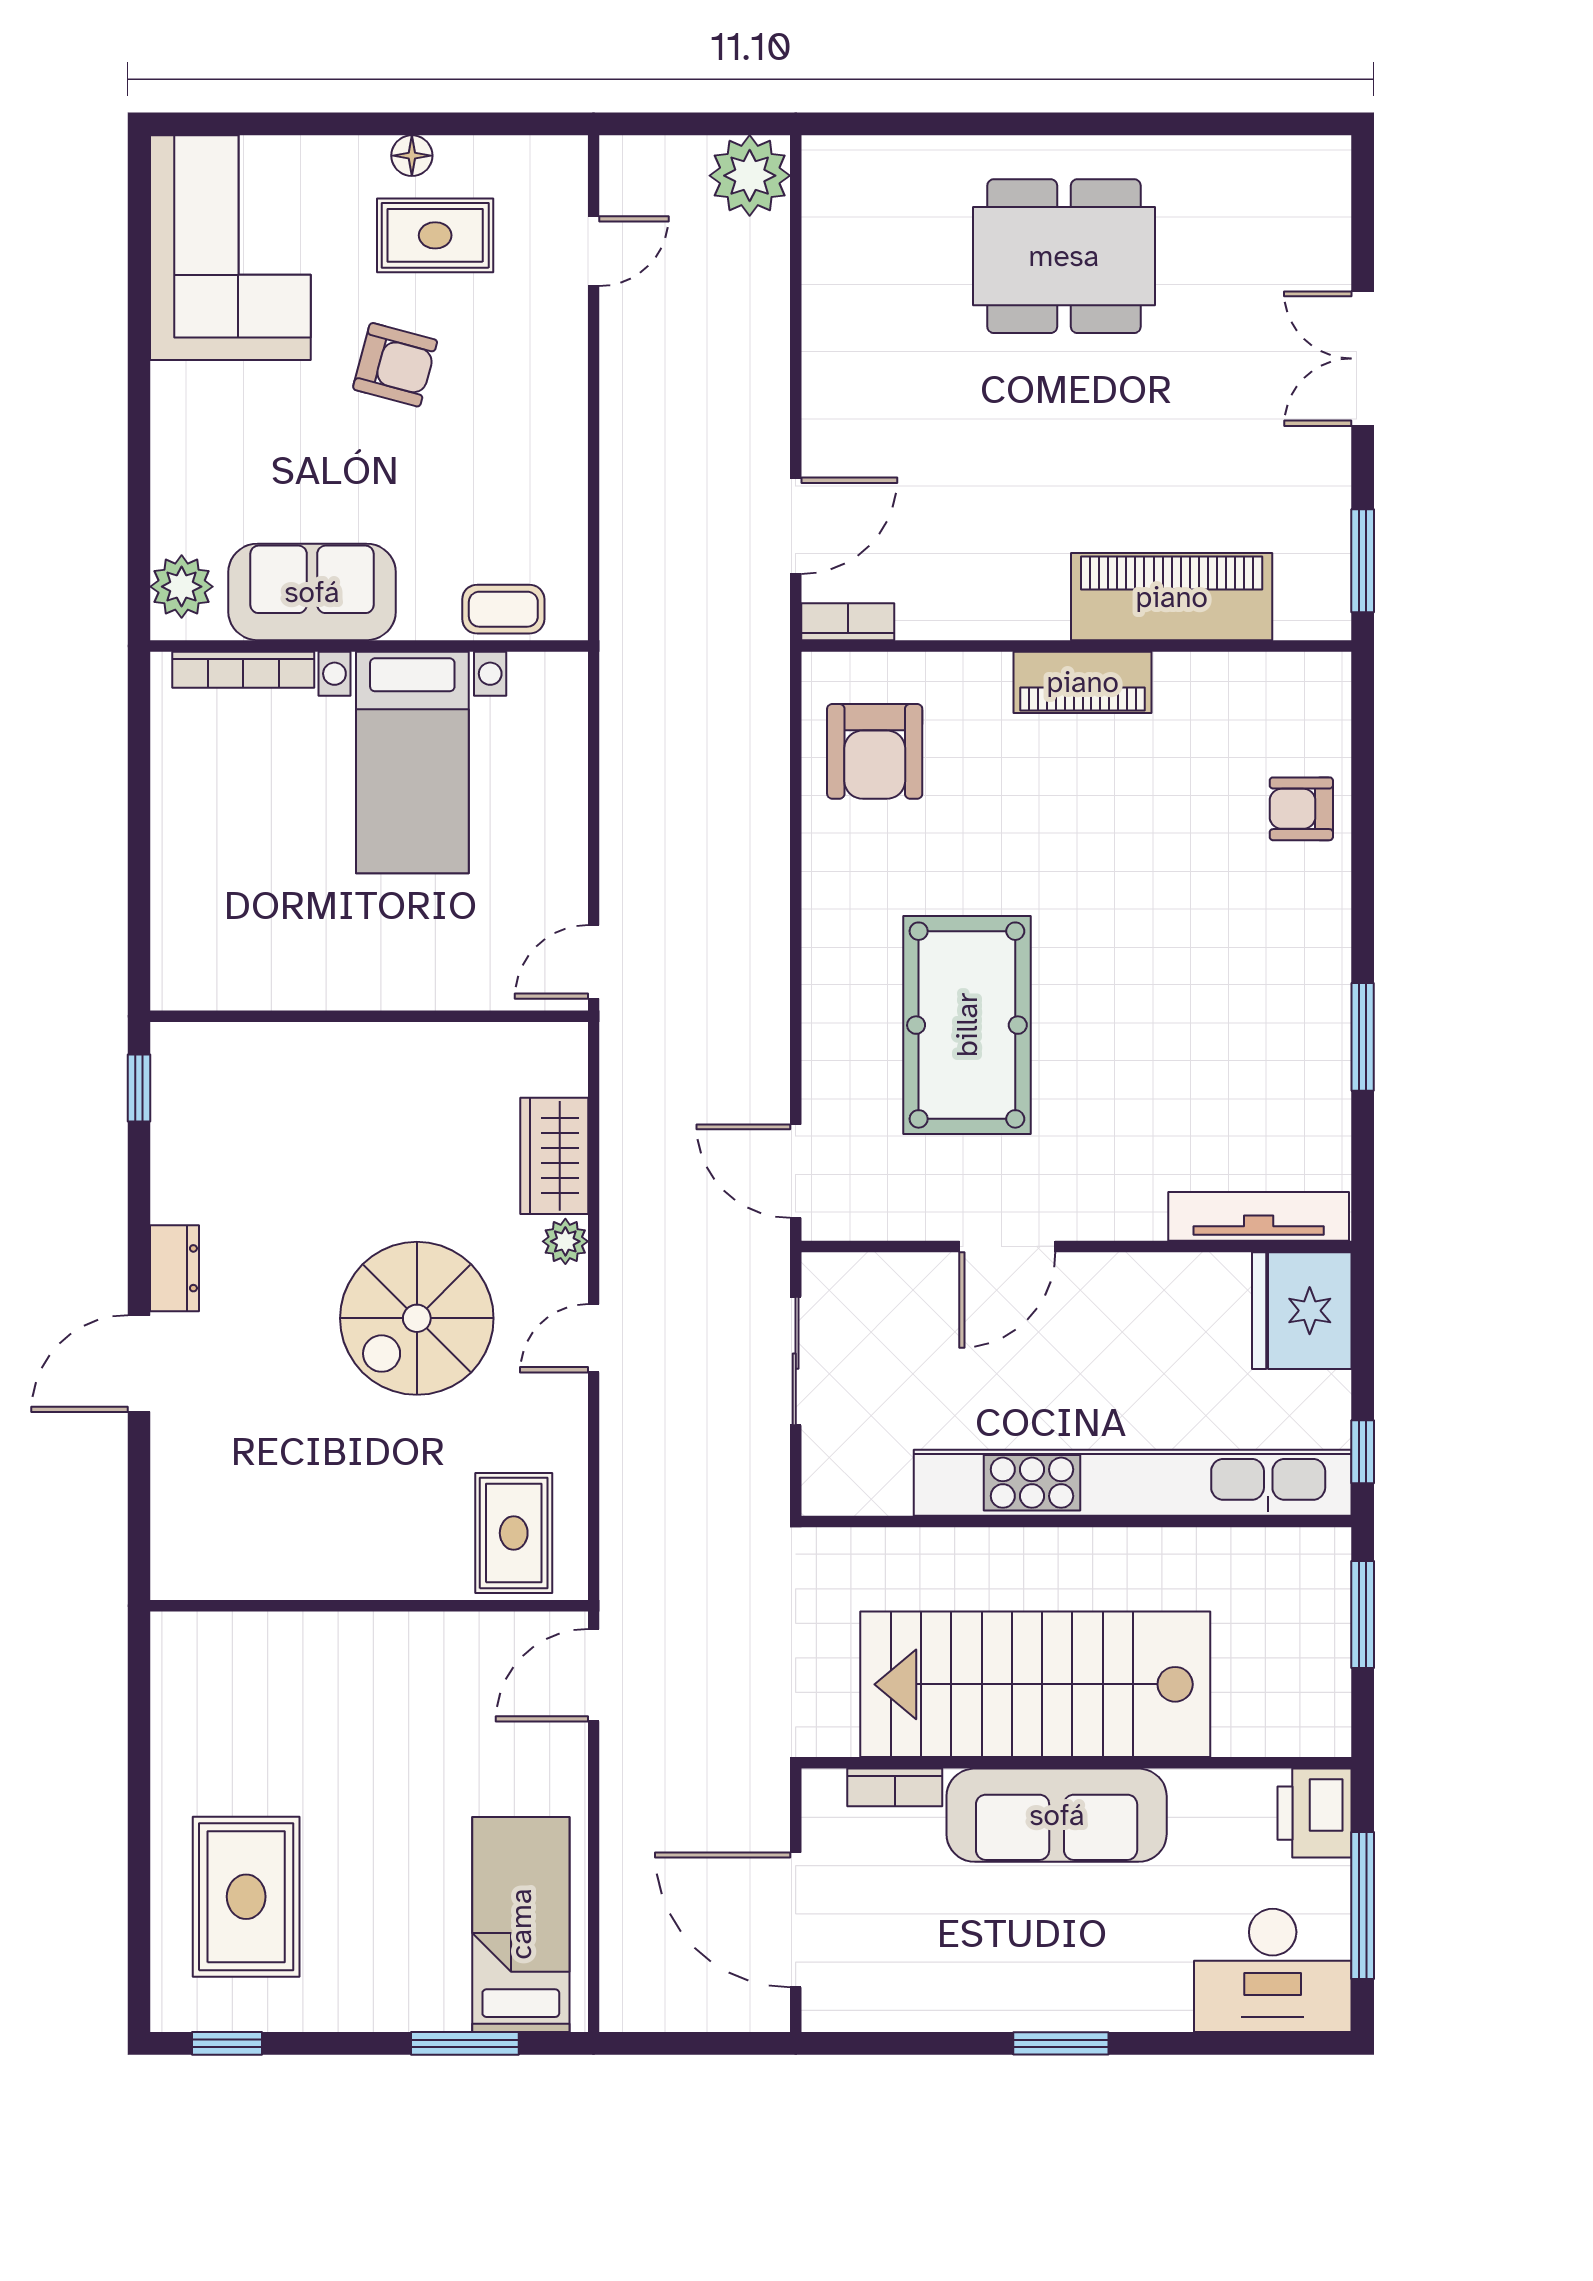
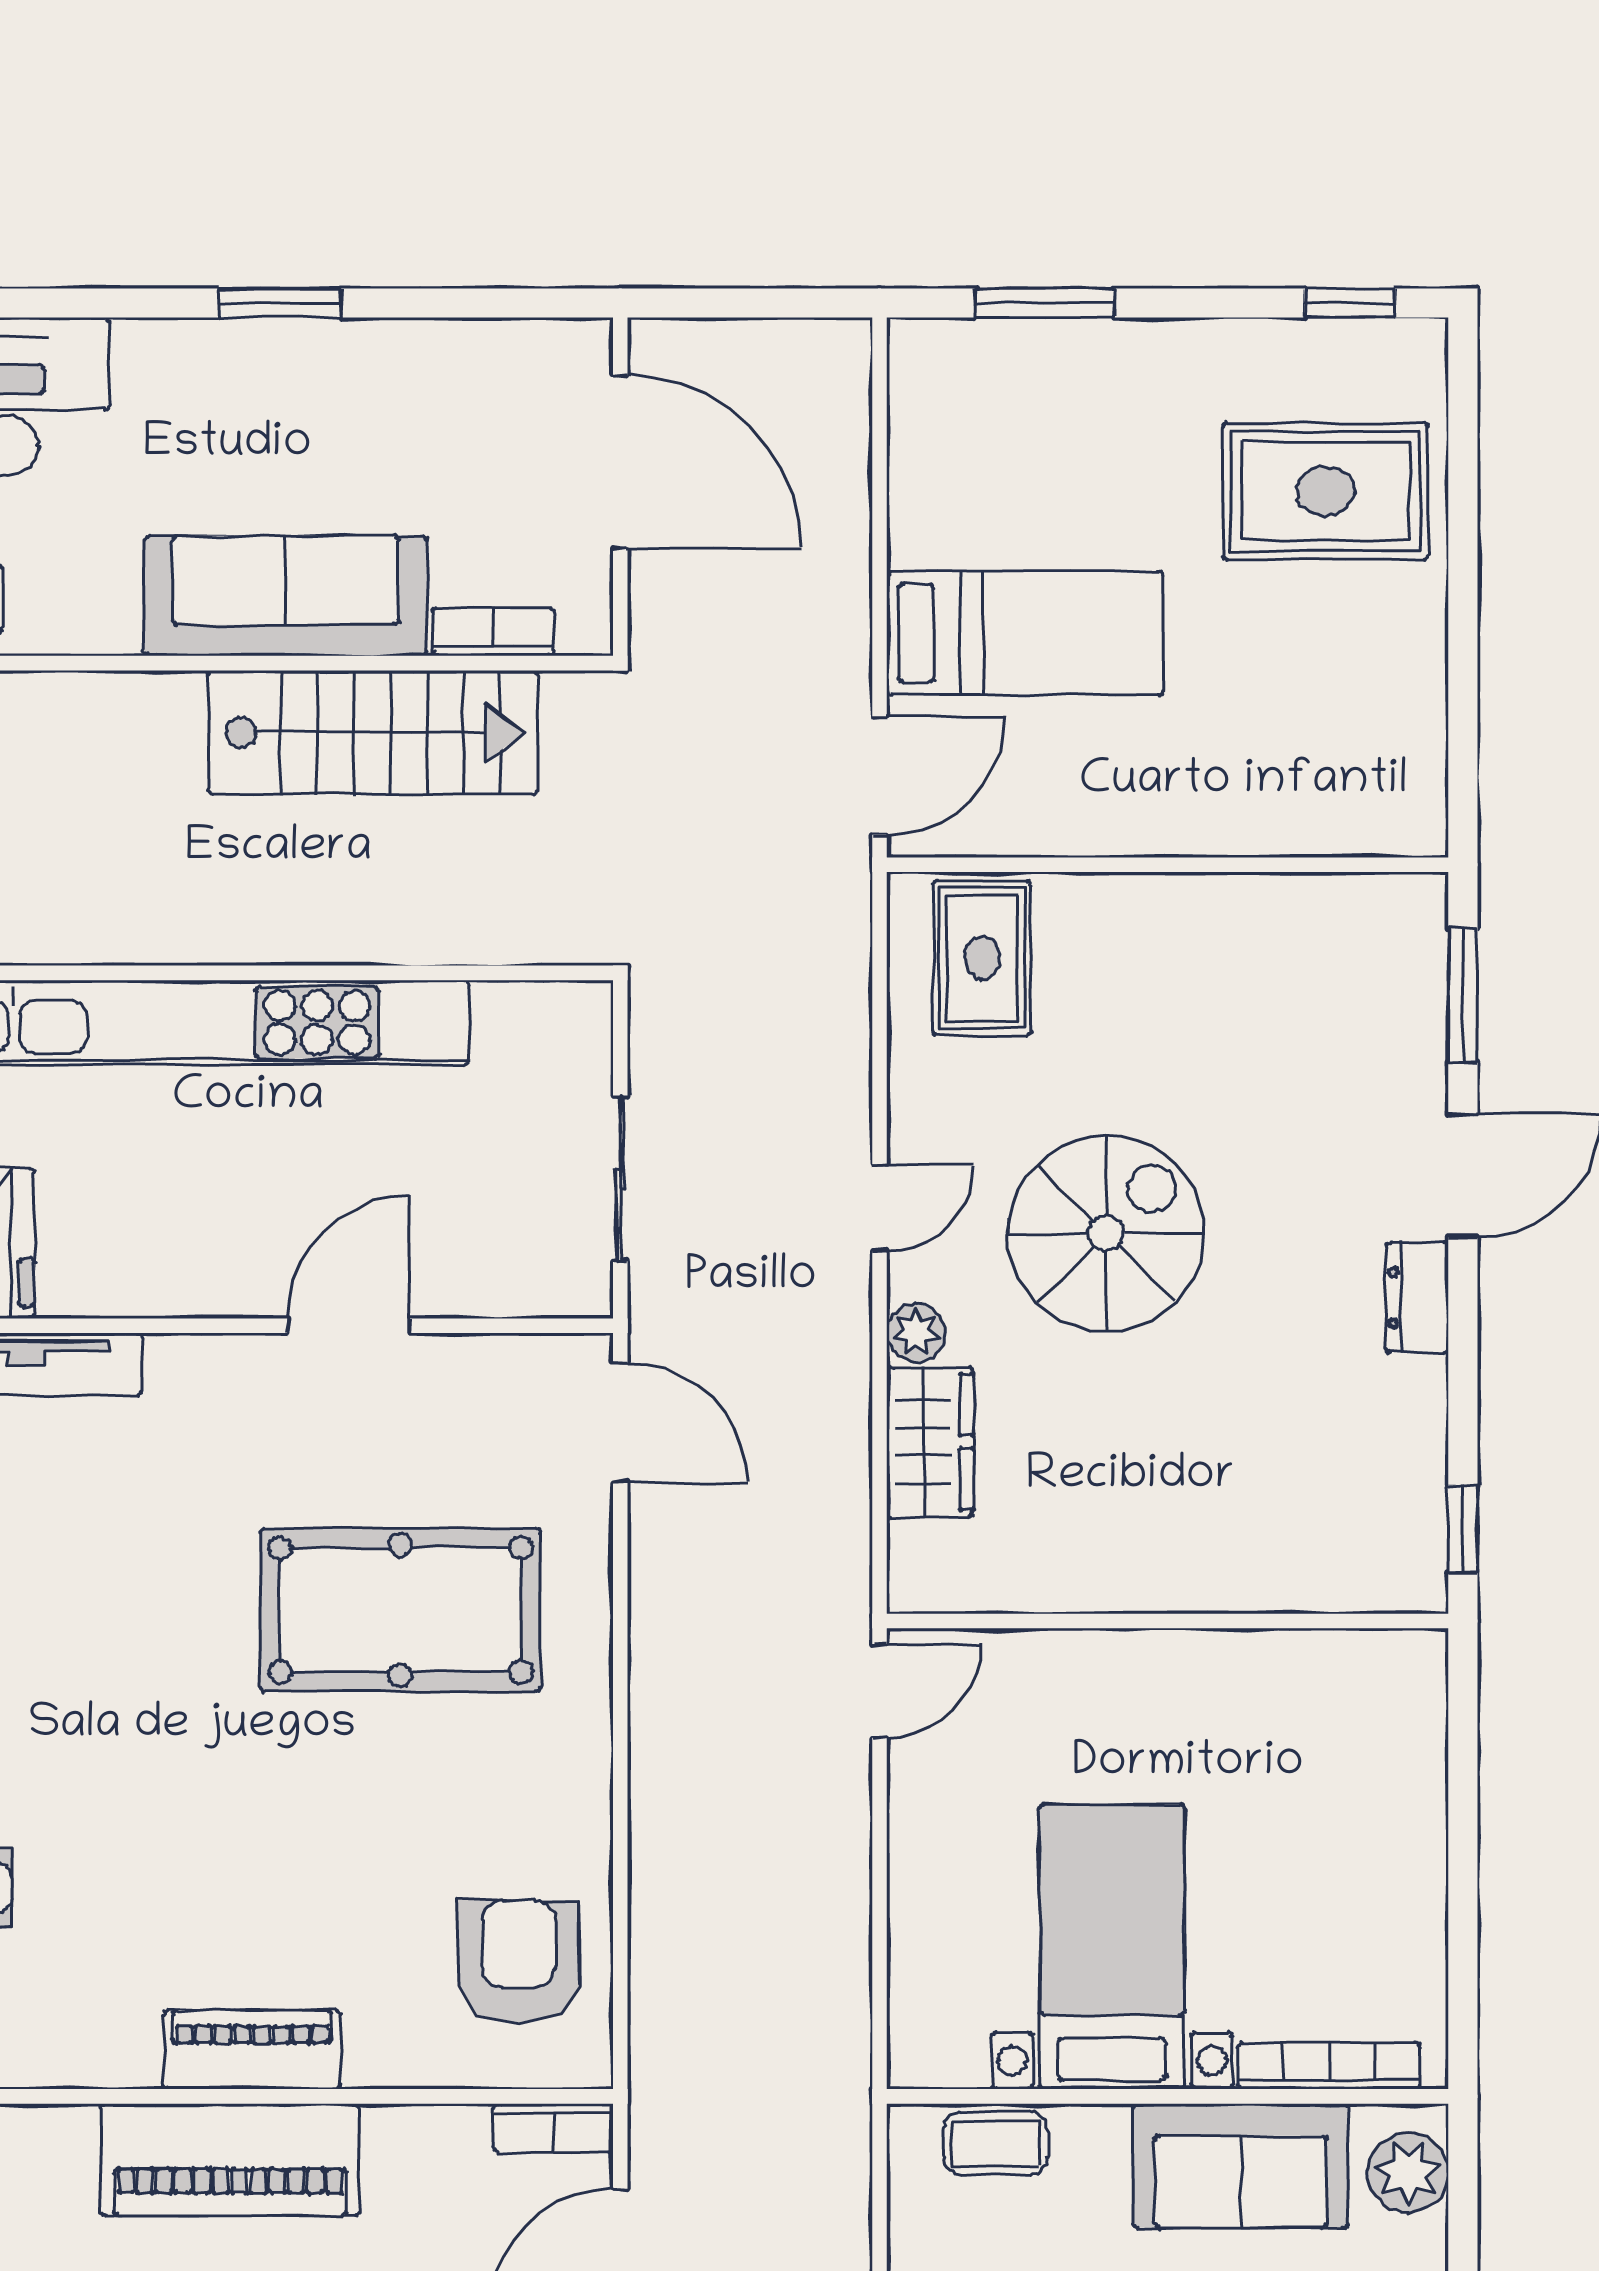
piano: (1172, 597) -> (230, 2160), moved
pool table: (967, 1025) -> (400, 1610), turned 90
window: (139, 1504) -> (1463, 995), added
stairs: (1035, 1684) -> (373, 732), width x0.73, depth x0.66
rug: (246, 1897) -> (1325, 491), turned 90
bed: (521, 1924) -> (1025, 633), moved, turned -90

